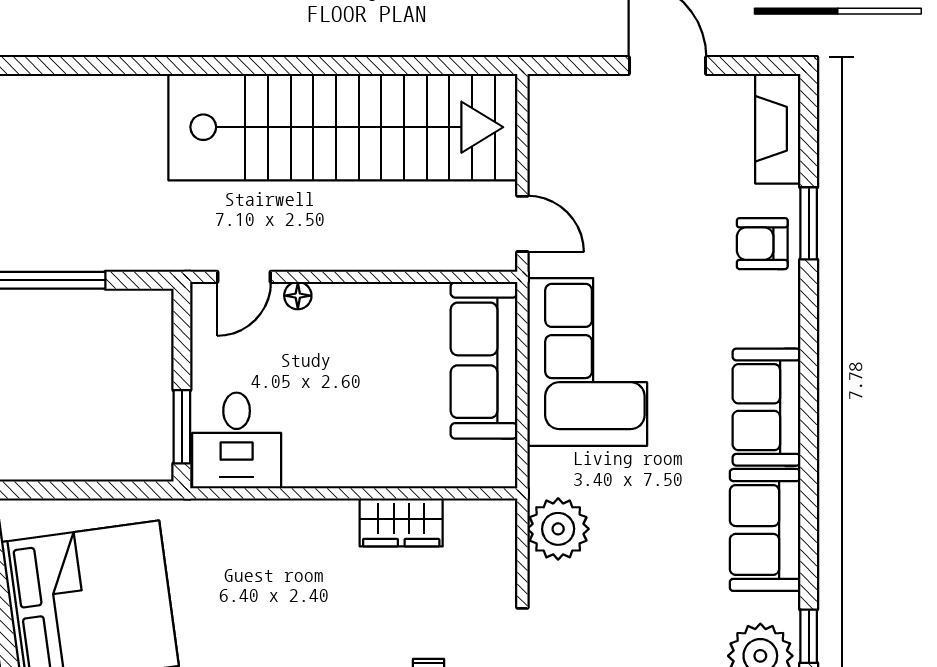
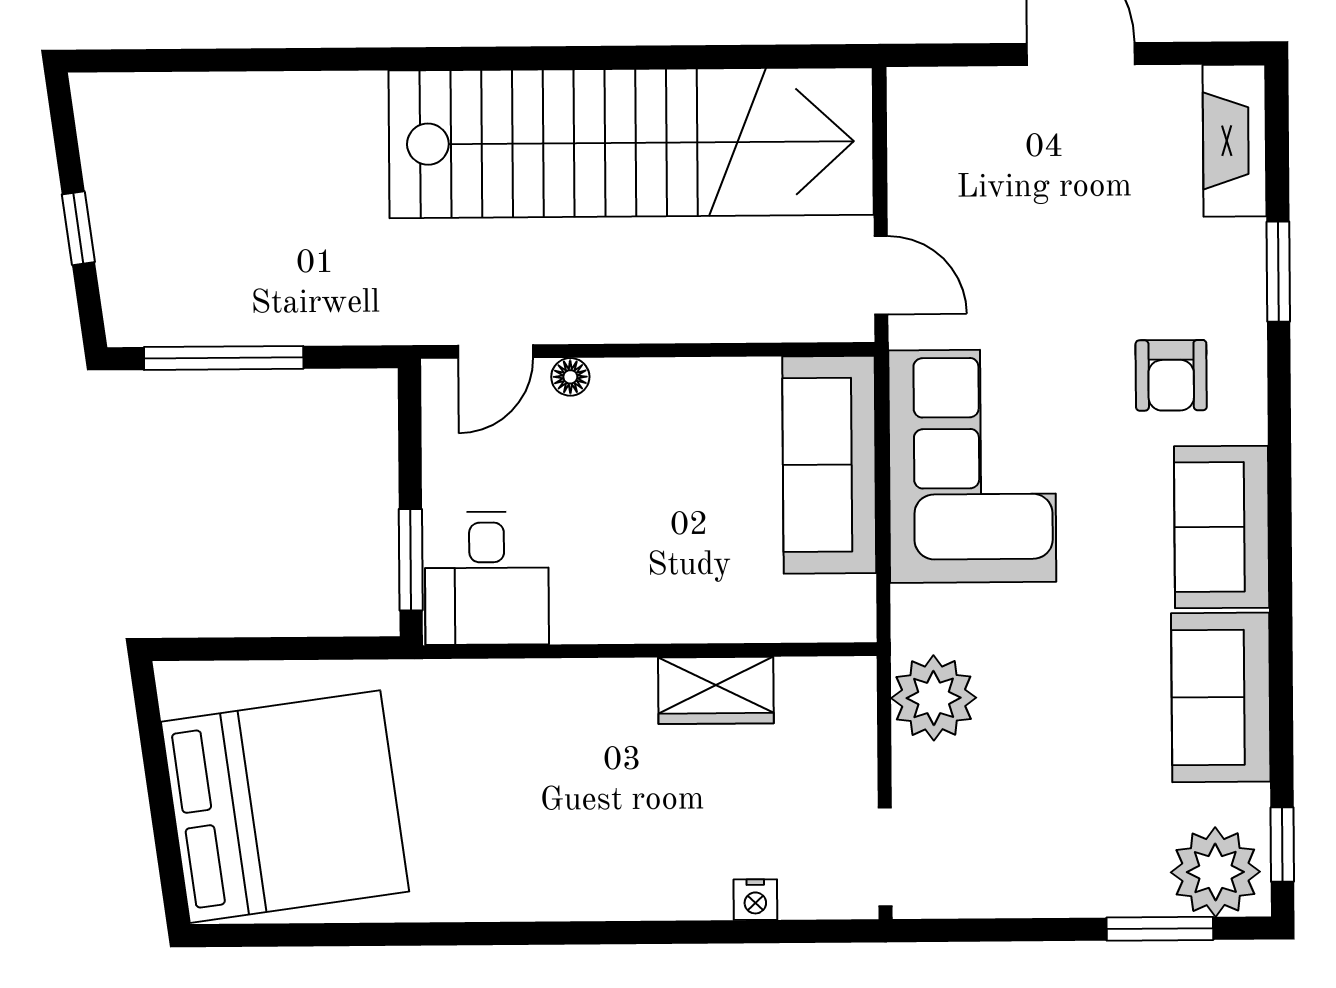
armchair: (762, 244) -> (1171, 375), moved, turned -90

